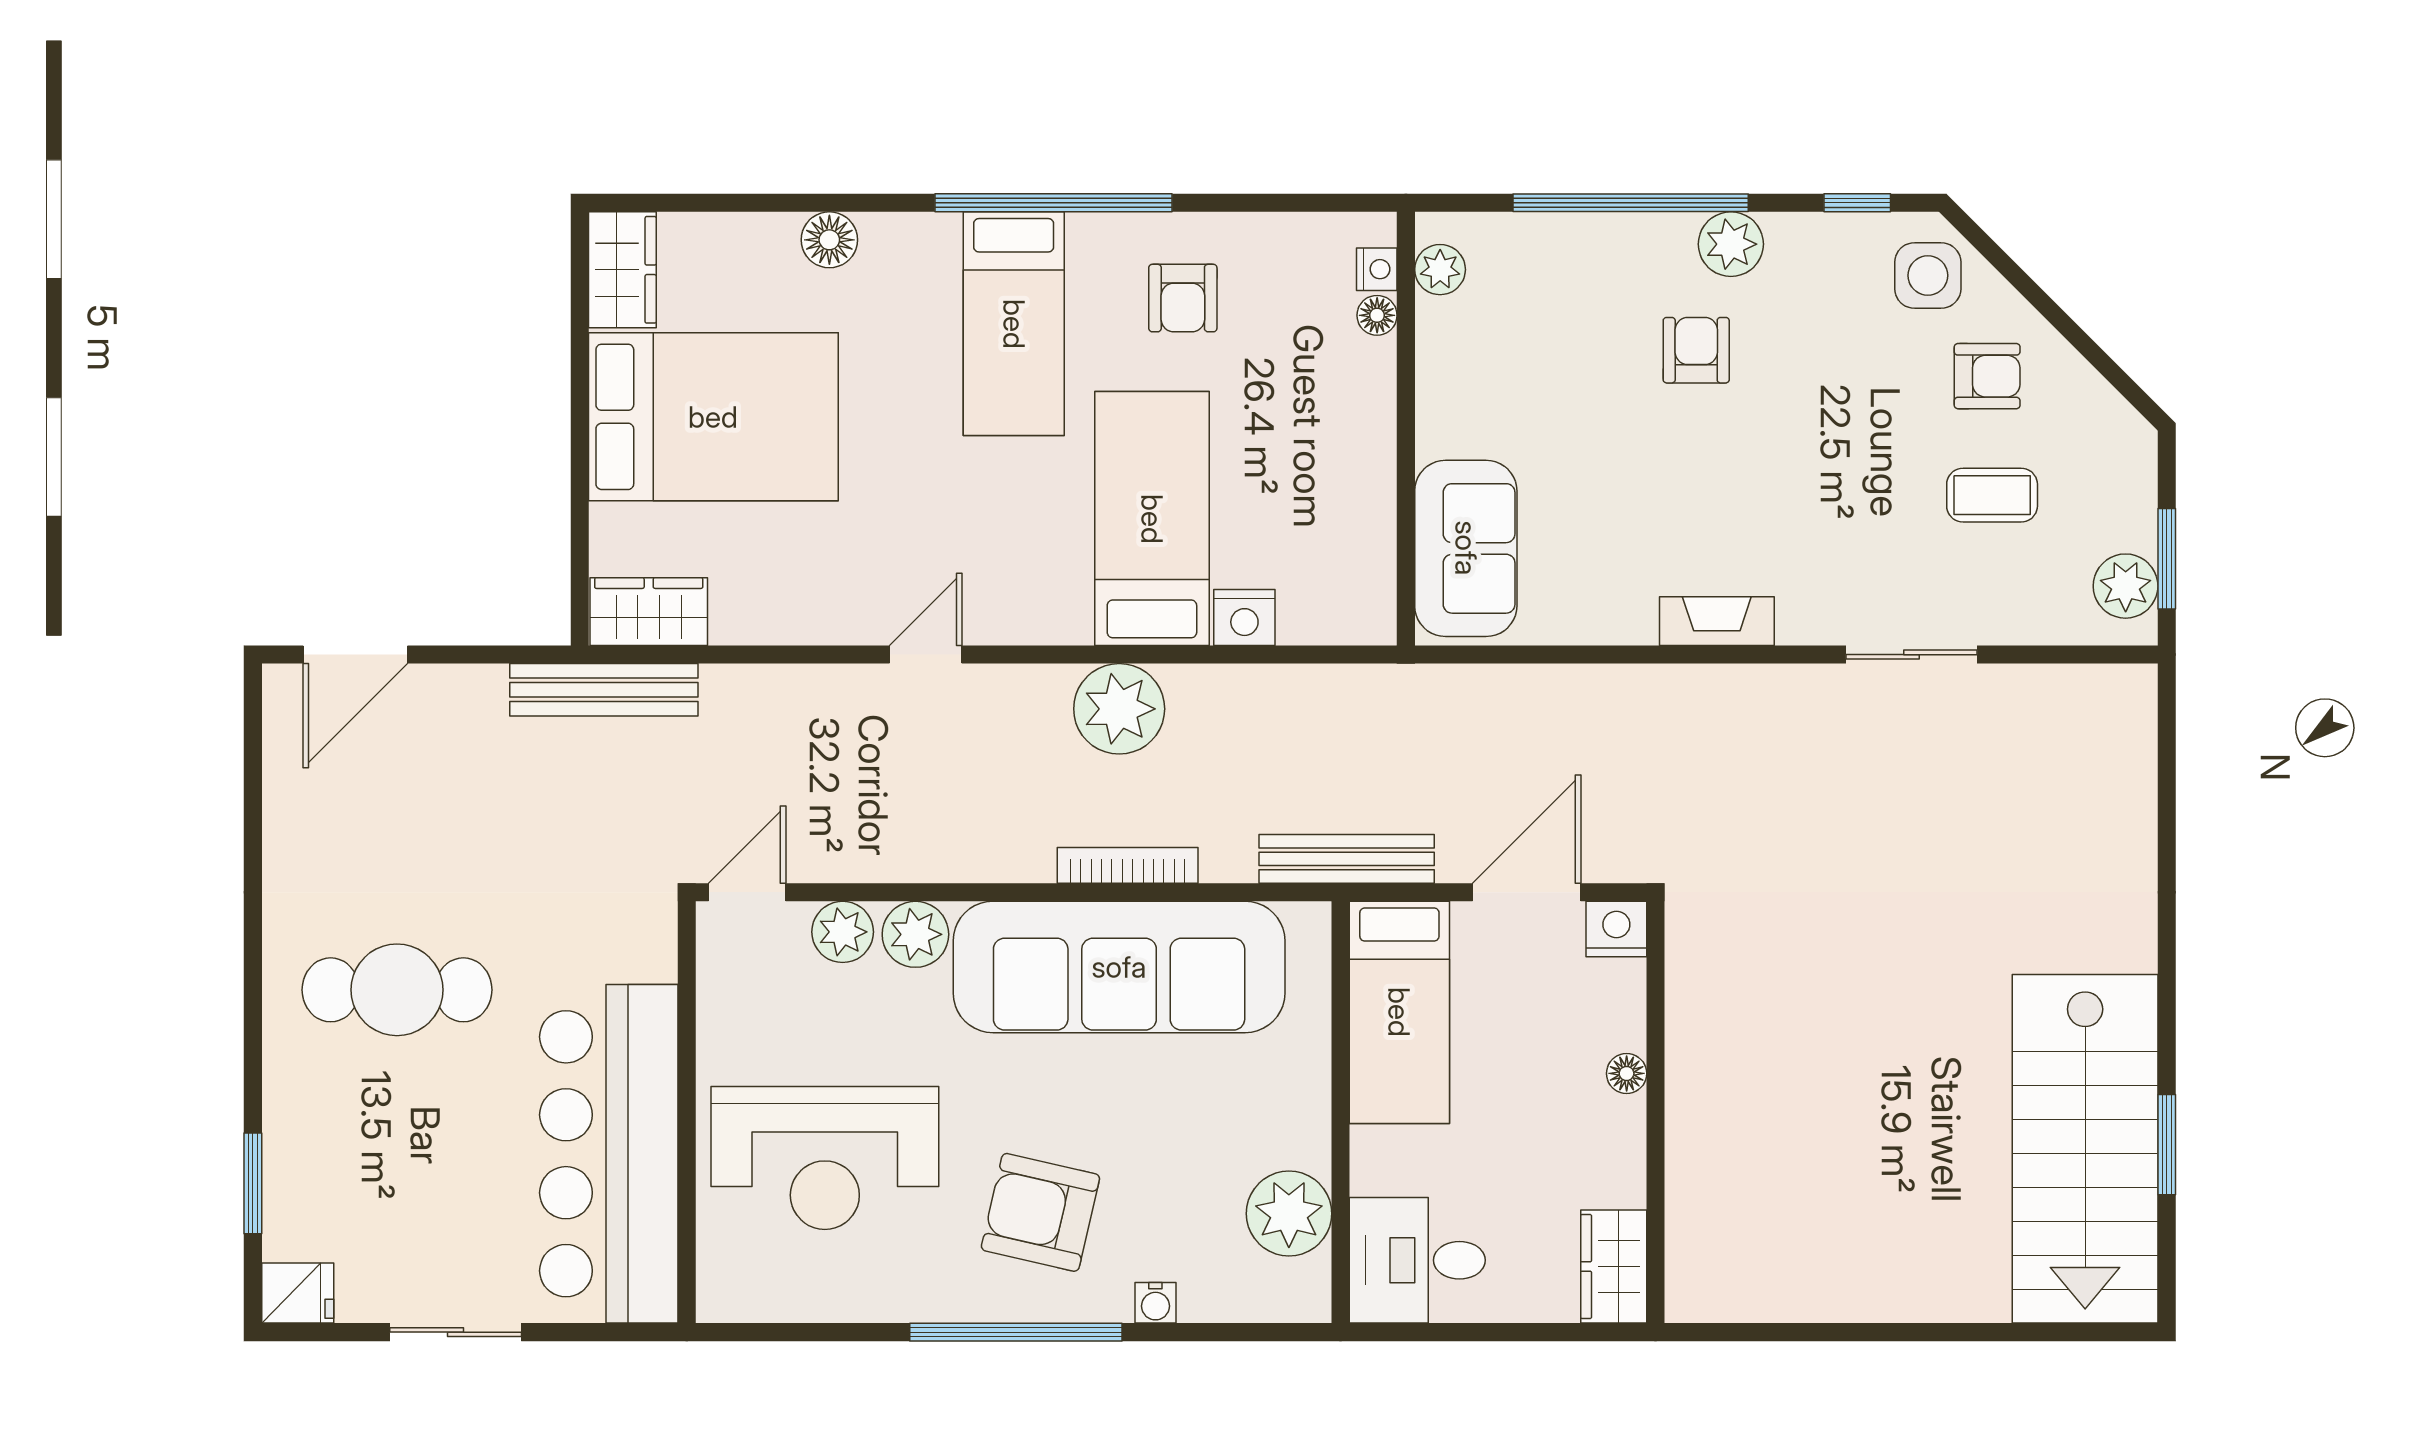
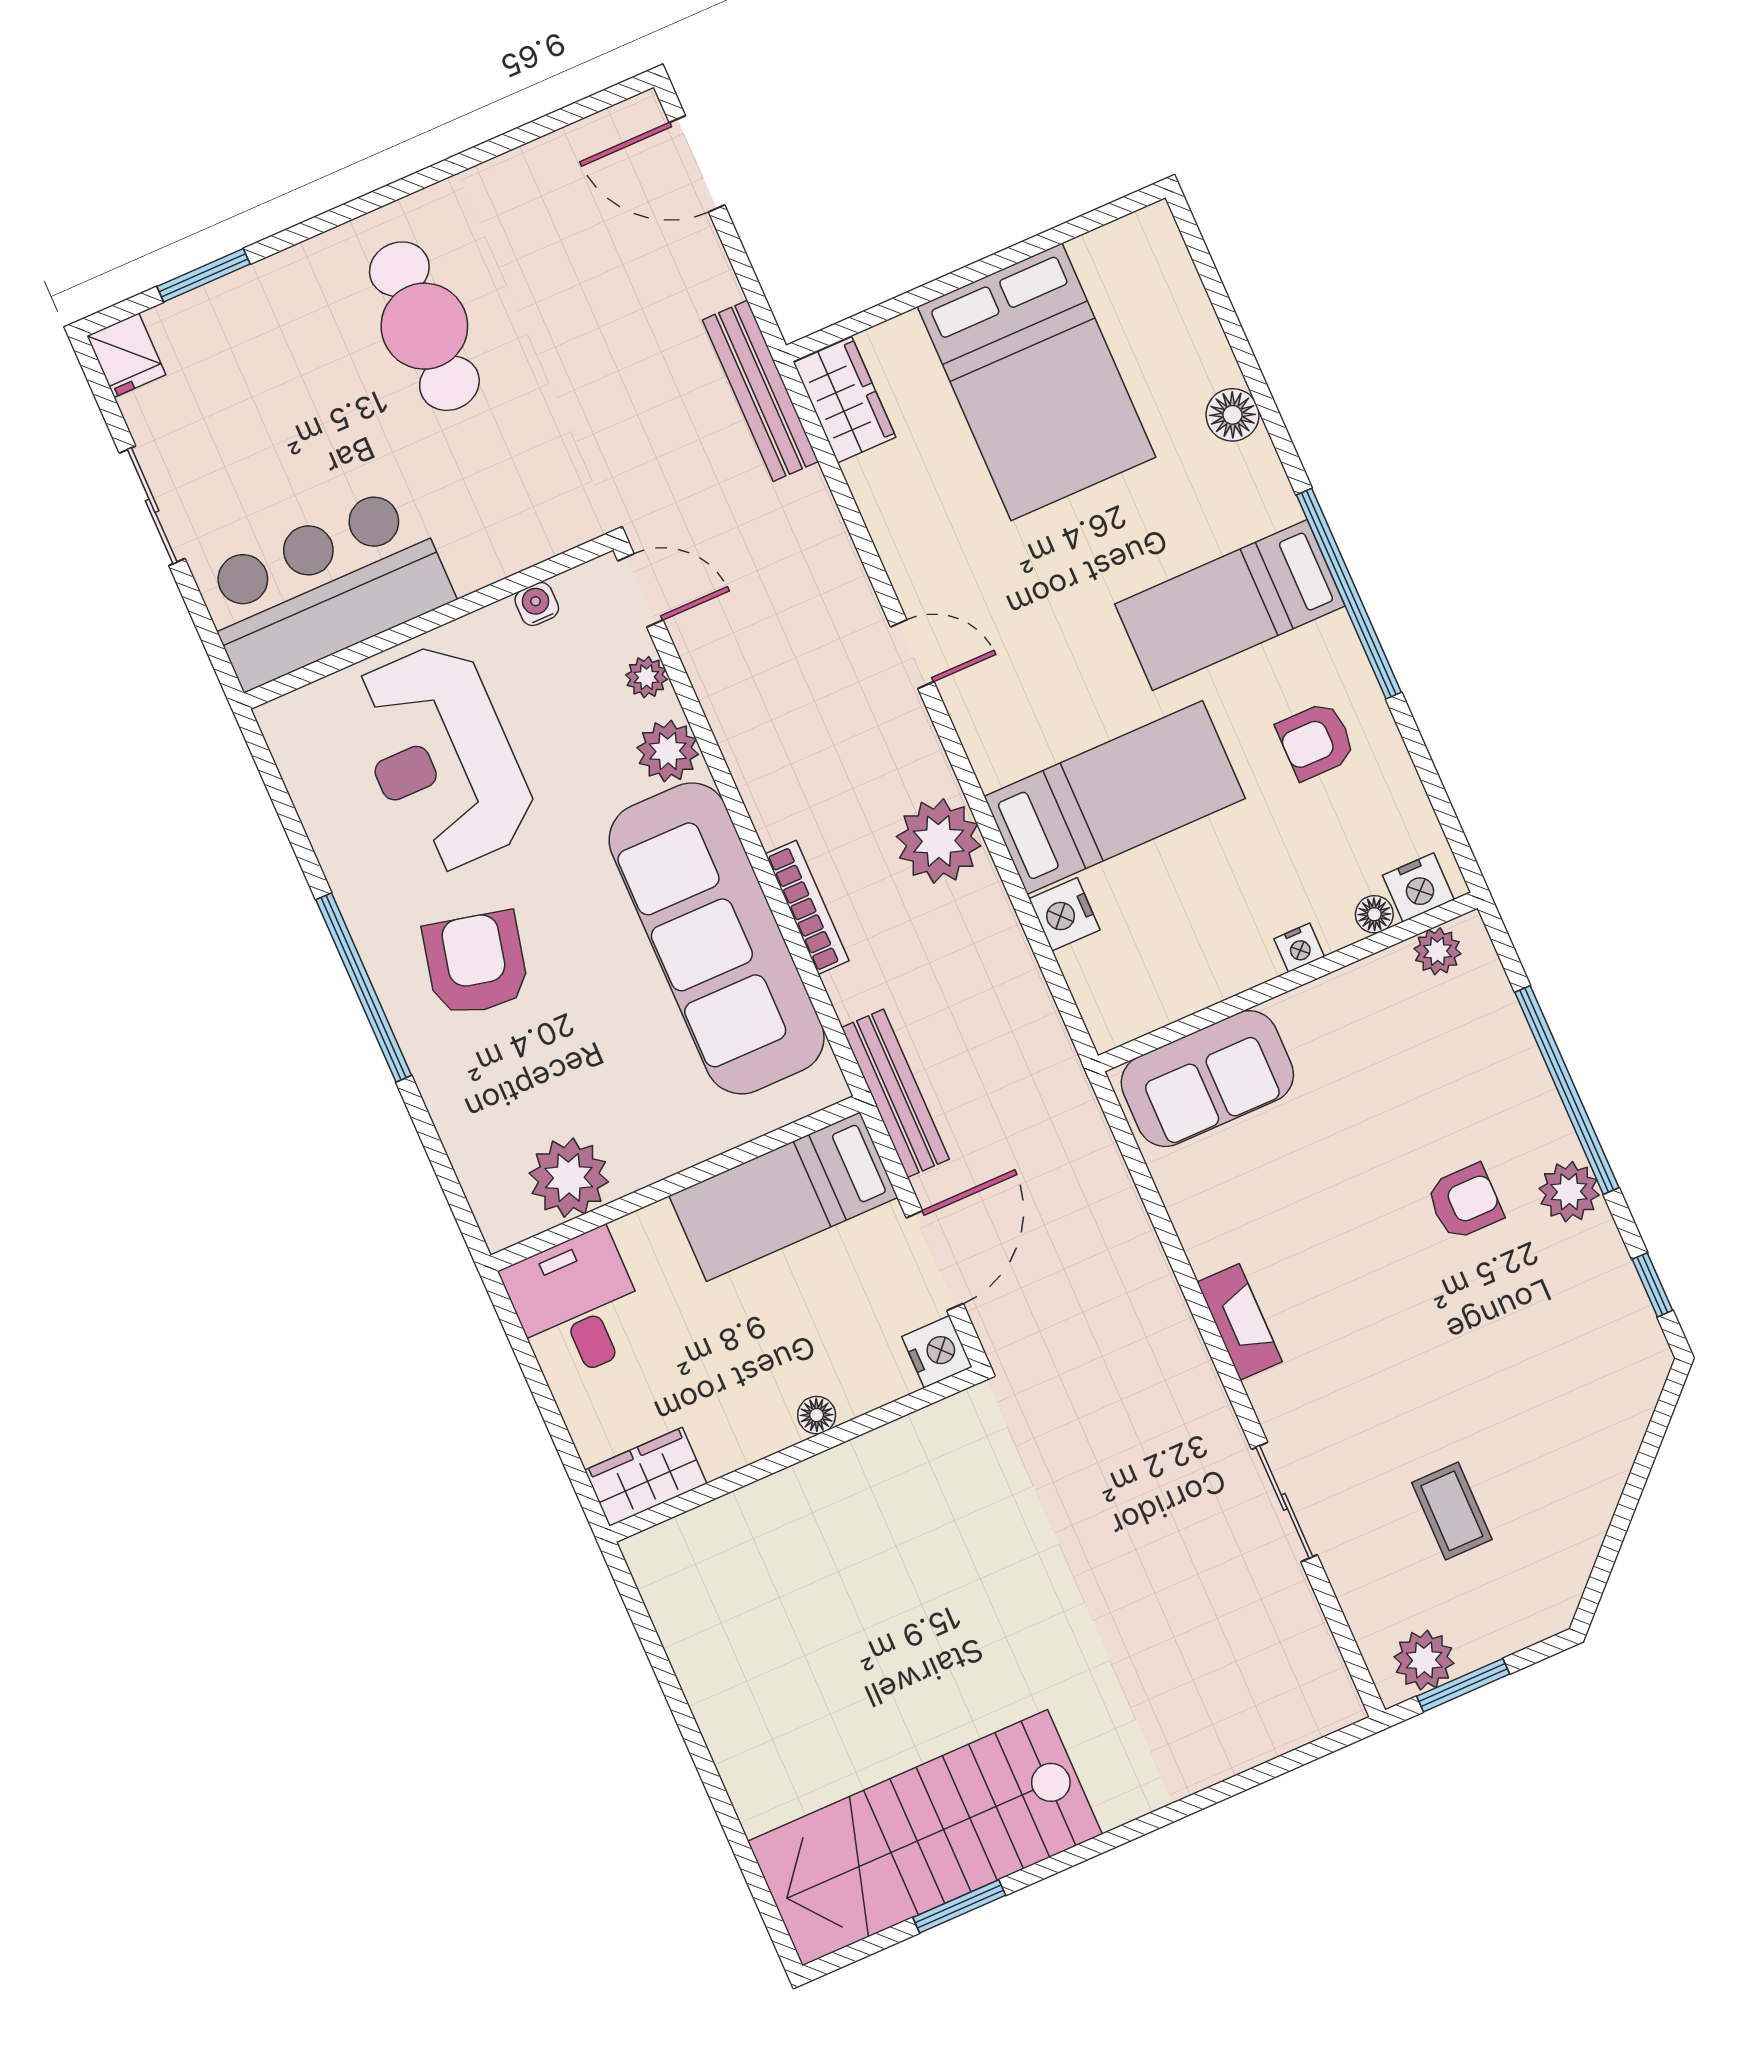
nightstand: (1377, 269) -> (1418, 887), width x1.39, depth x1.35
wardrobe: (622, 270) -> (1129, 248), removed
side table: (1928, 275) -> (1616, 1373), removed
armchair: (1987, 376) -> (1552, 1462), removed
nightstand: (1377, 403) -> (1299, 948), added
door: (1527, 892) -> (935, 1261), hinge flipped
plant: (843, 932) -> (646, 677), width x0.73, depth x0.73
bar counter: (609, 1154) -> (325, 587), width x0.73
water cooler: (1155, 1303) -> (537, 604), moved, turned 90

